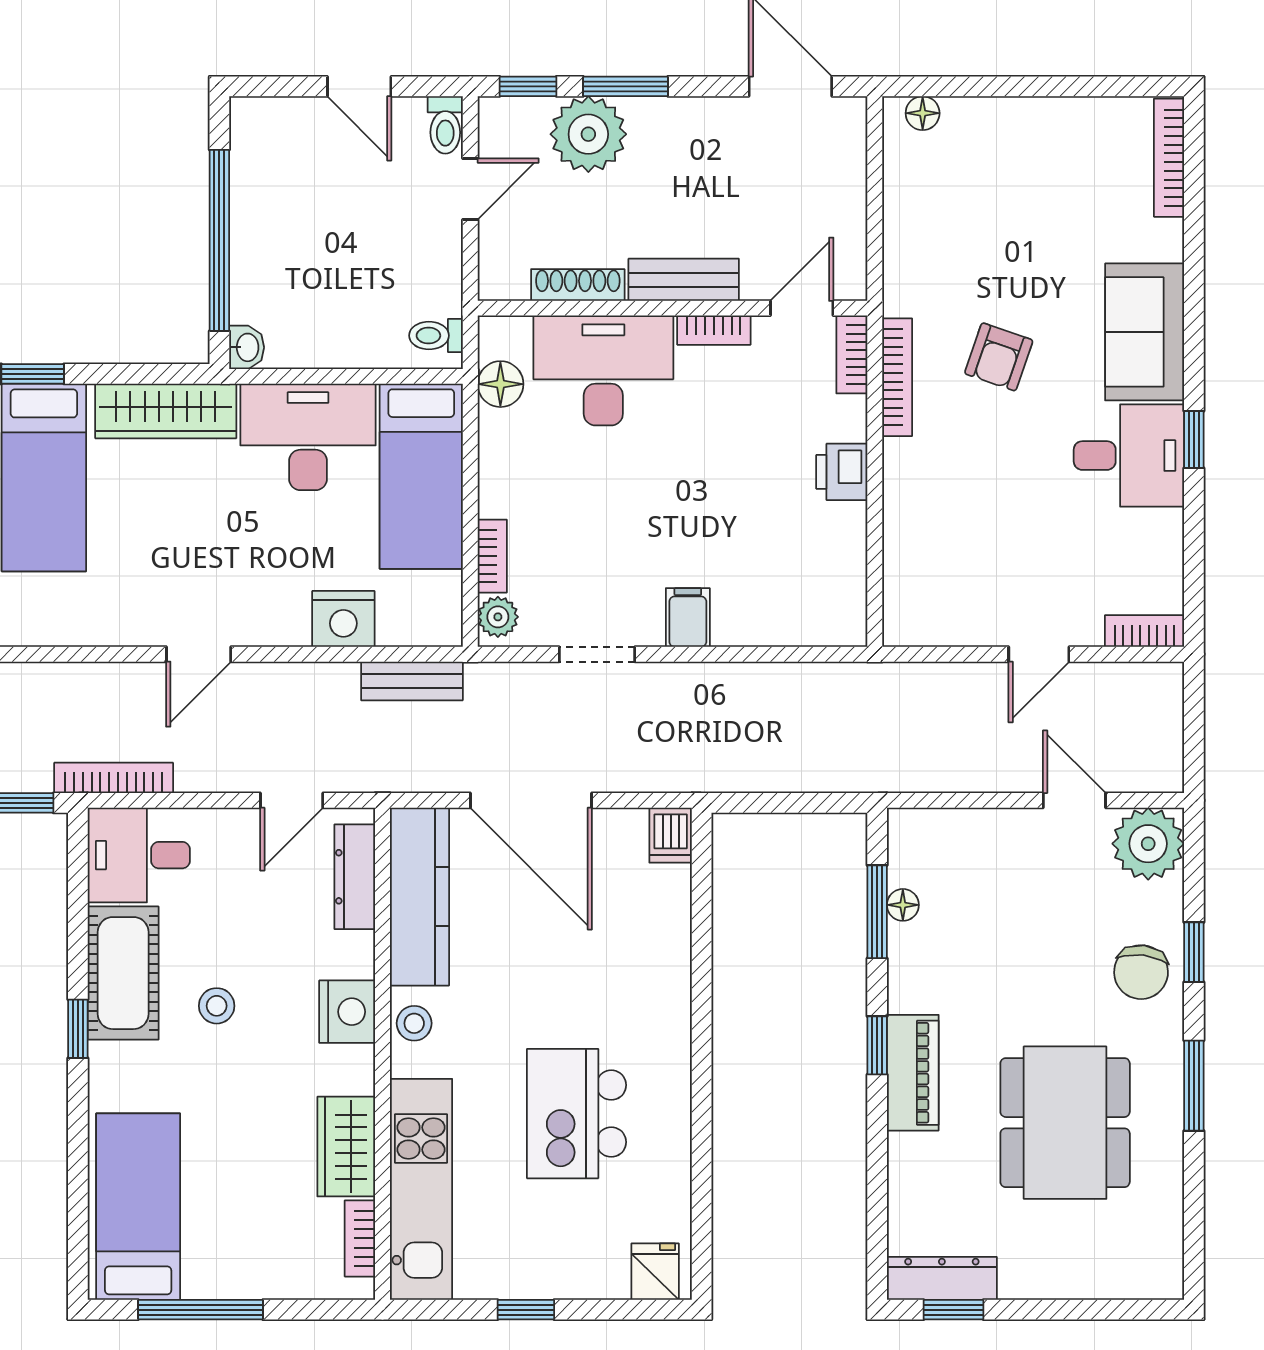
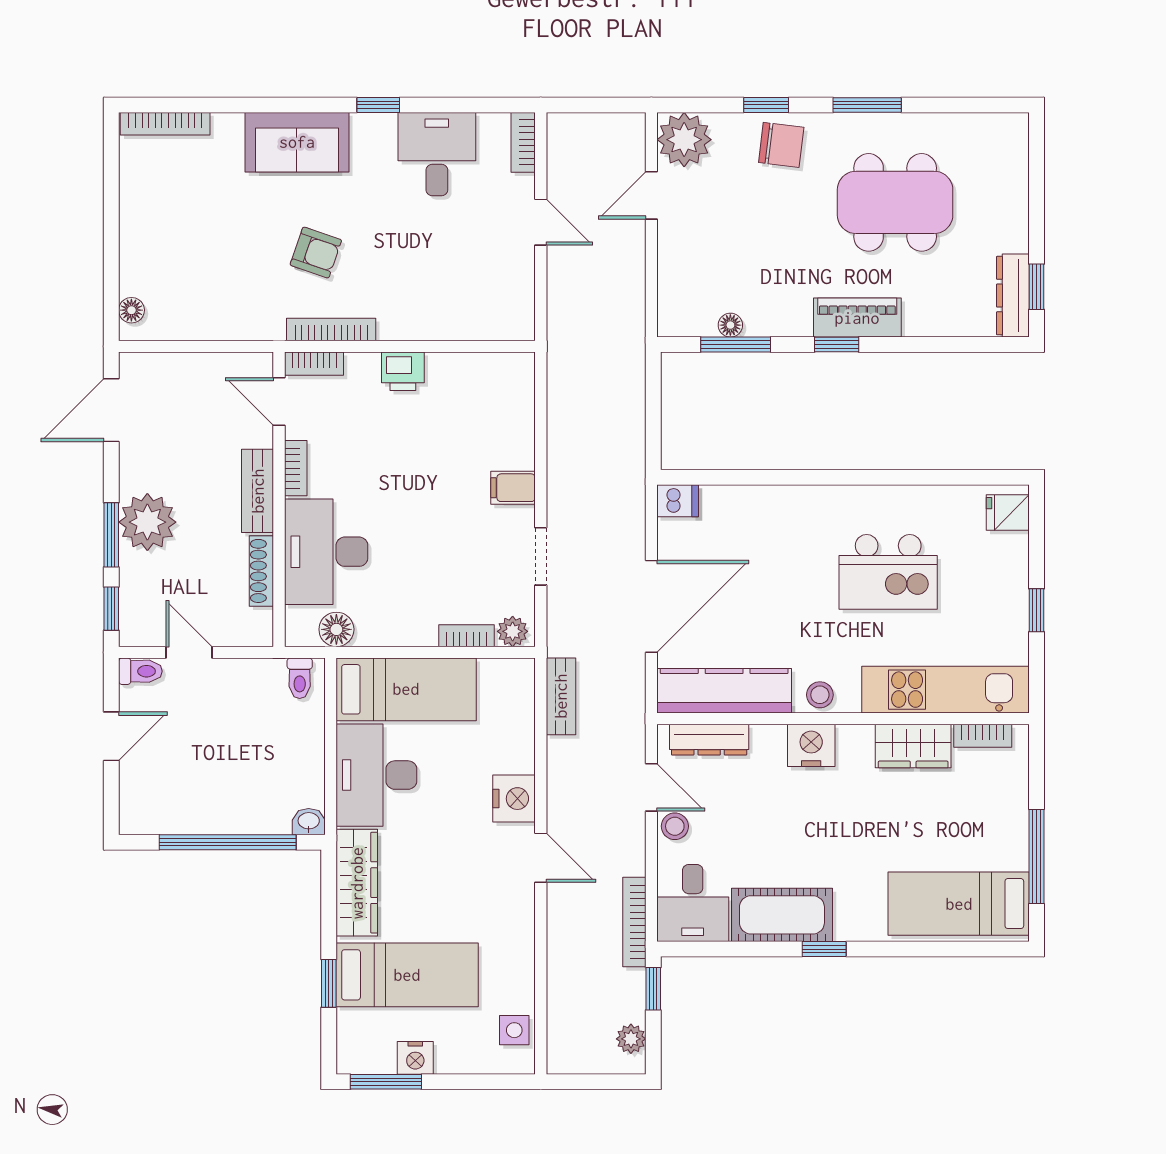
plant: (588, 134) -> (147, 522), moved
desk: (1129, 456) -> (437, 154), moved
nightstand: (343, 619) -> (514, 799), moved
stool: (217, 1006) -> (675, 826), moved

